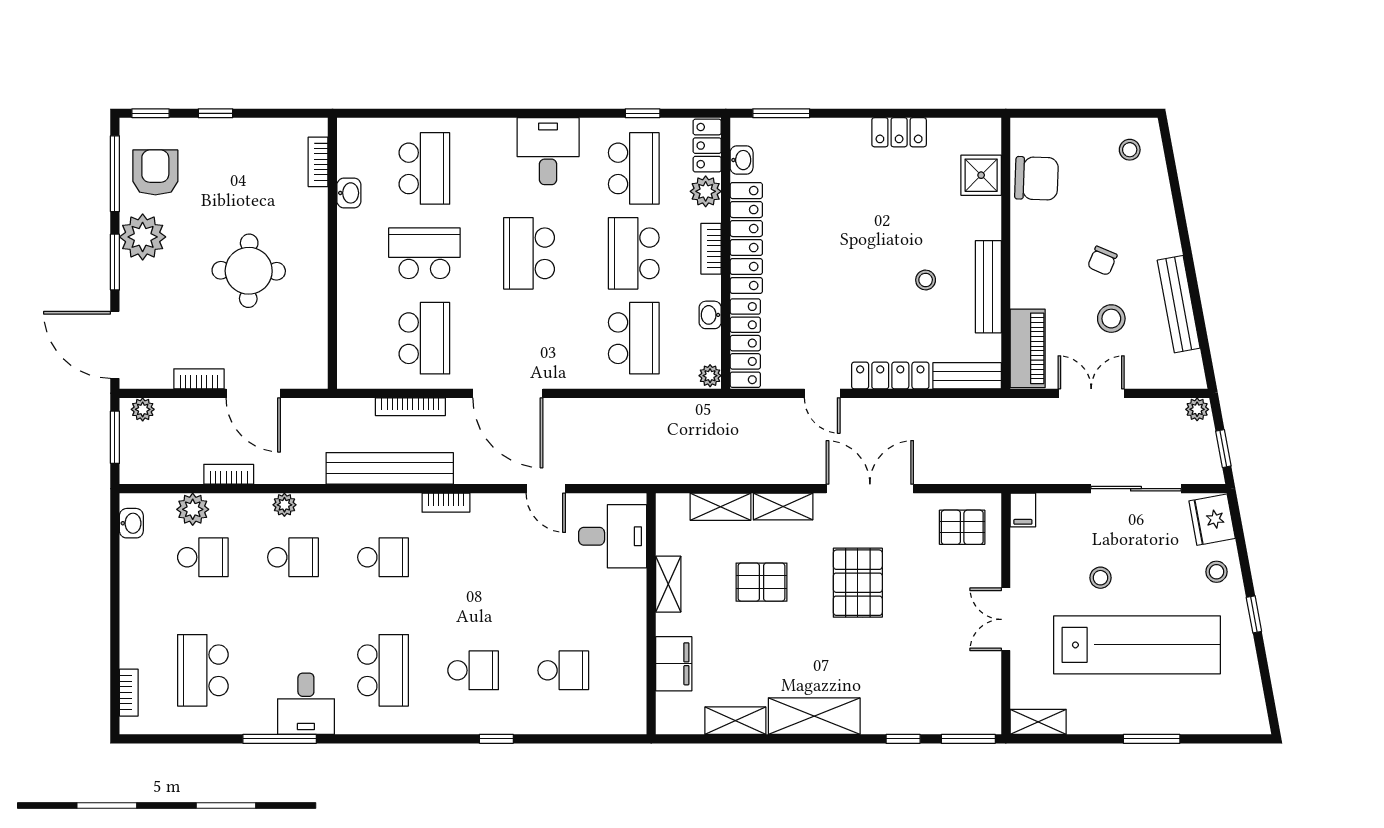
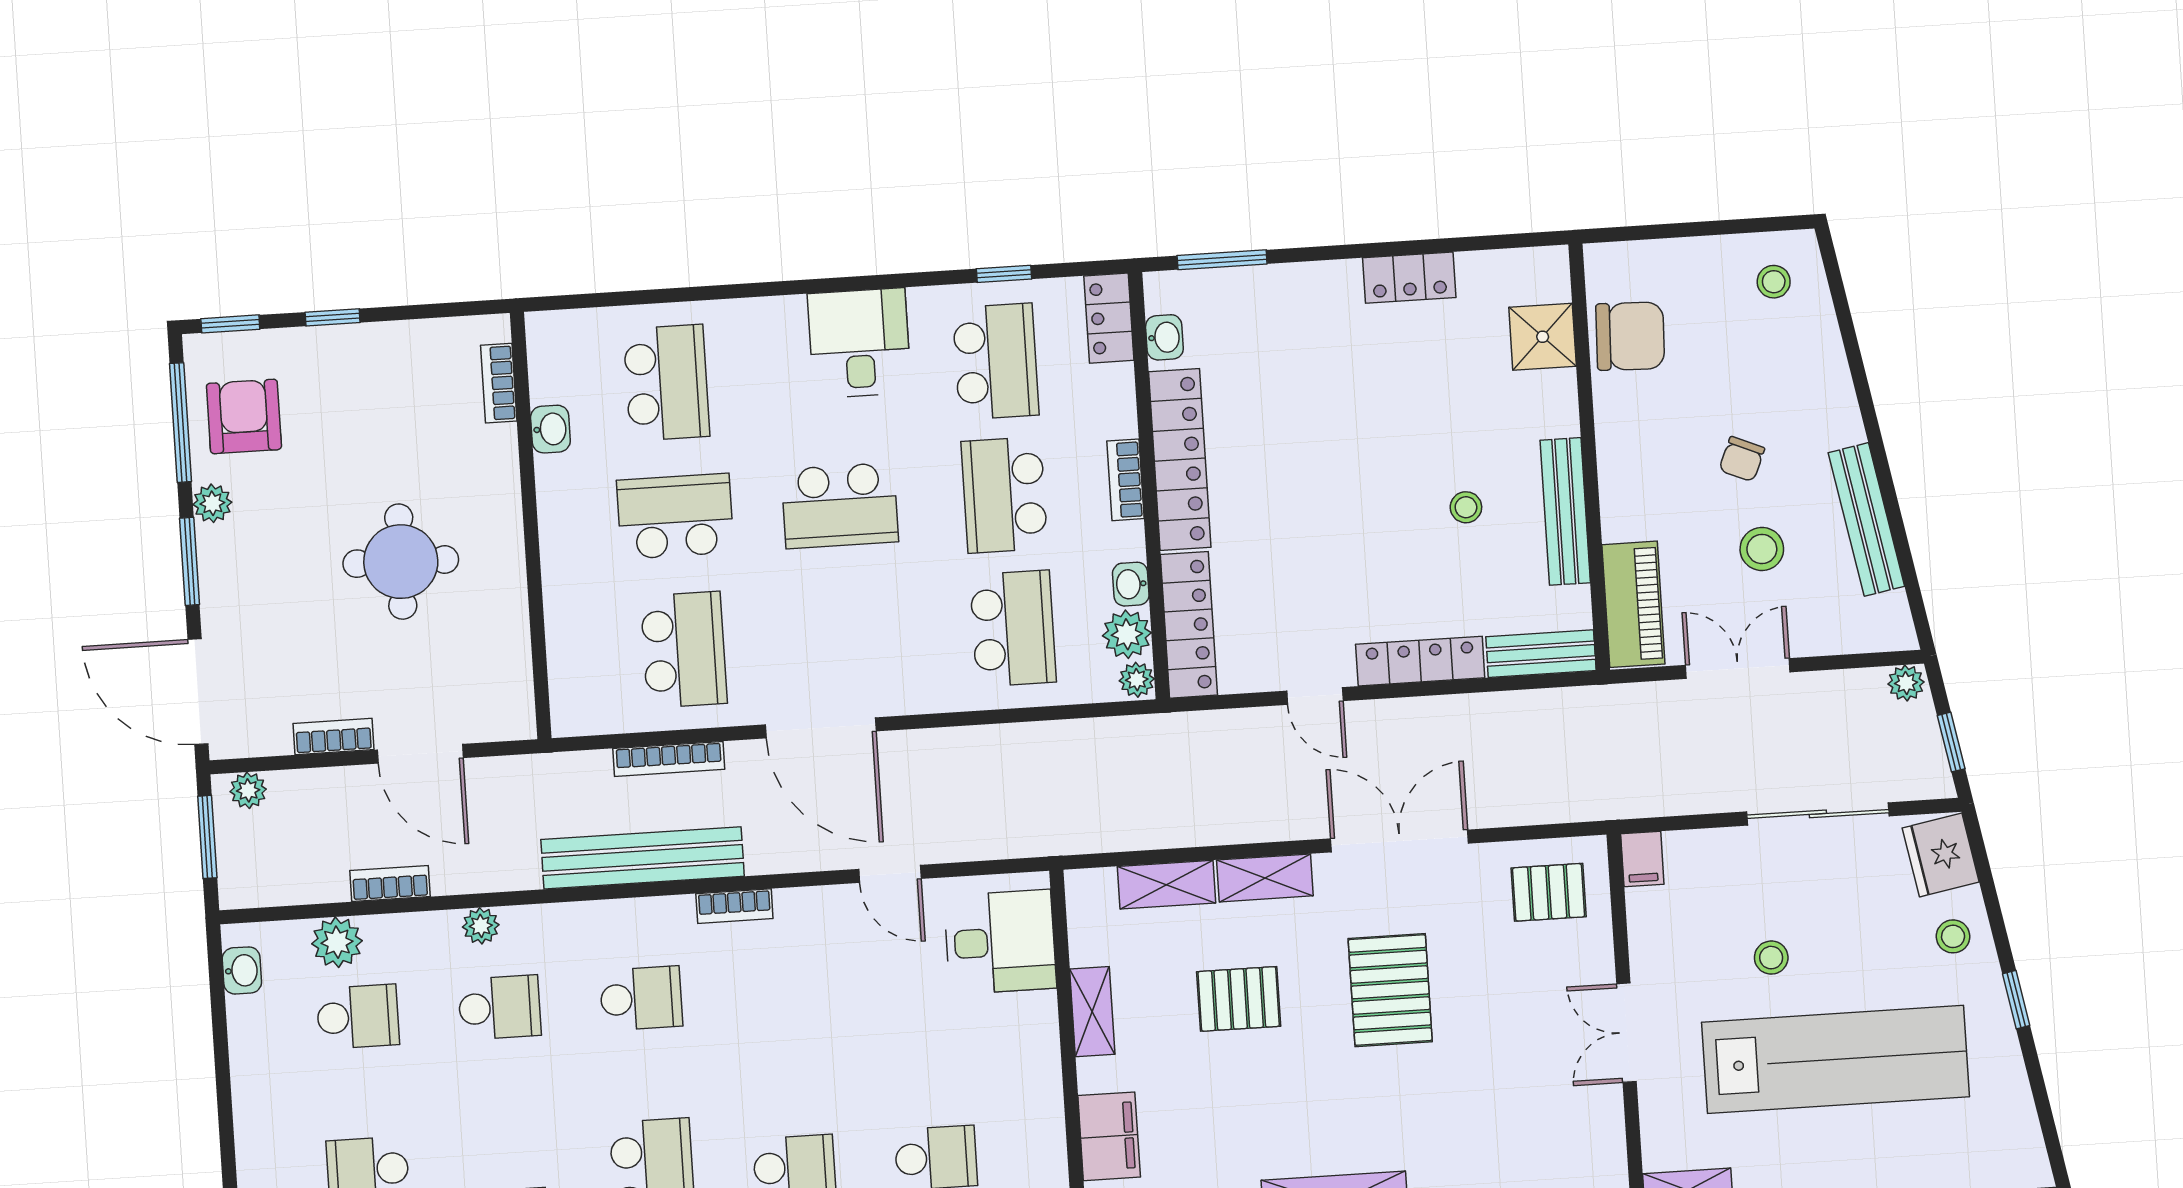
plant: (706, 191) -> (1127, 634), moved
plant: (143, 237) -> (212, 503), width x0.53, depth x0.53
school desk: (529, 253) -> (840, 506), turned -90

